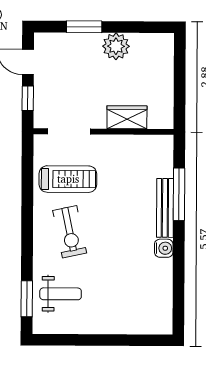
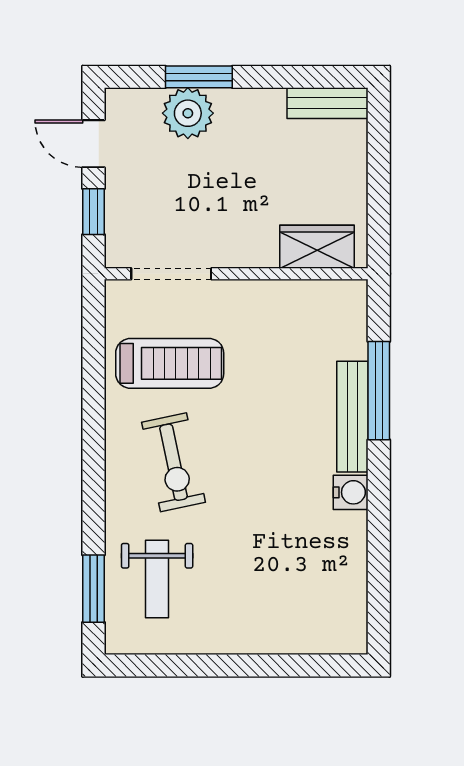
bench: (153, 41) -> (328, 103), added
plant: (116, 46) -> (188, 113), moved
wardrobe: (127, 117) -> (317, 247), moved
weight bench: (61, 294) -> (157, 579), turned 90

